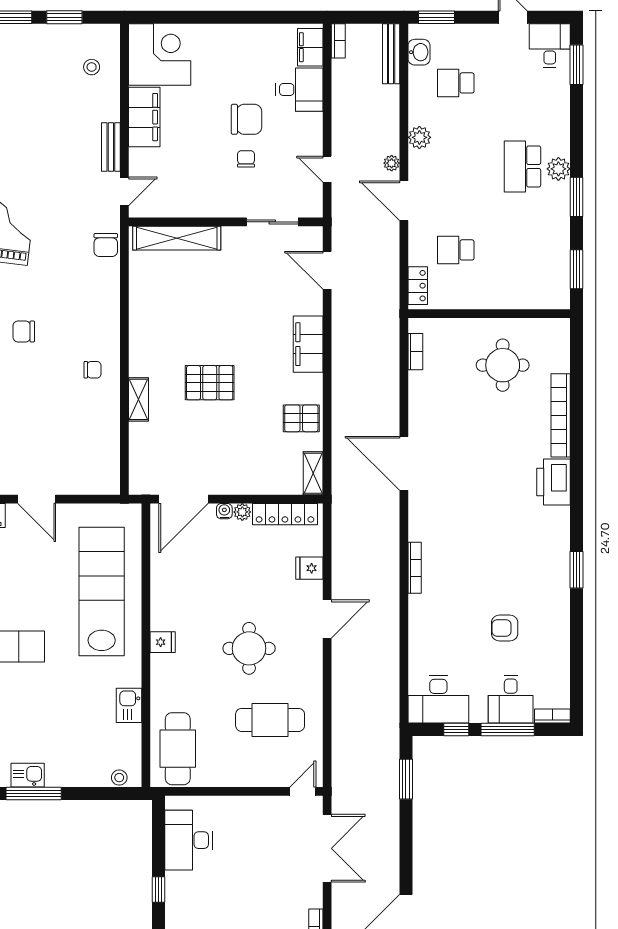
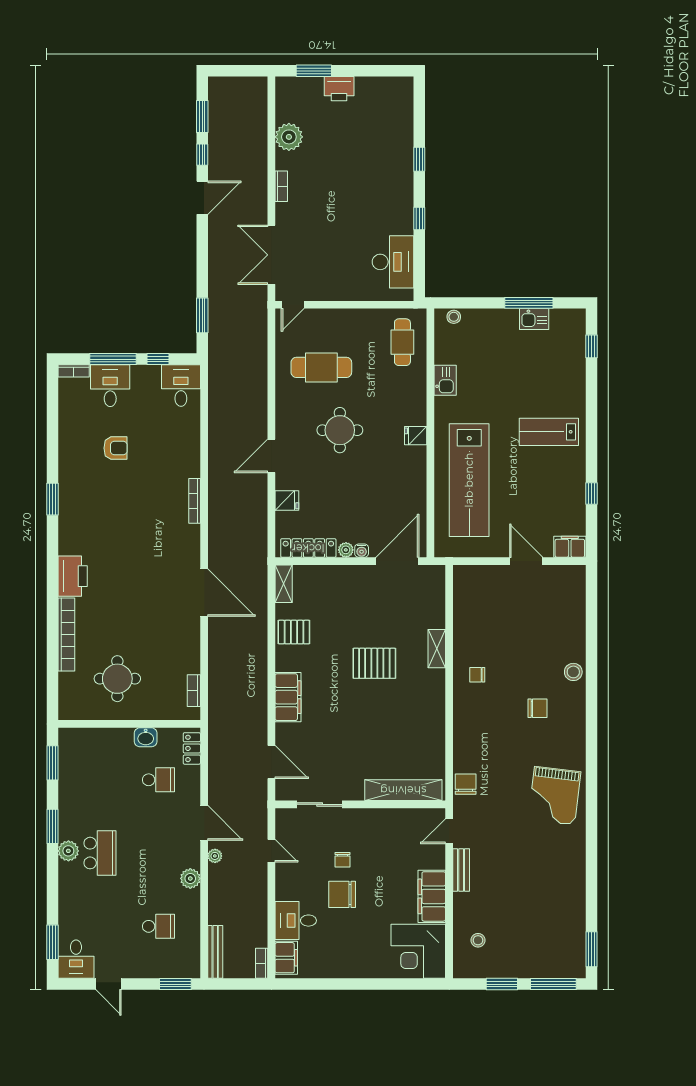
washbasin: (419, 52) -> (146, 737), moved, turned -90
desk: (438, 699) -> (181, 386), width x0.73
cafe table: (178, 749) -> (402, 342), width x0.73, depth x0.74

